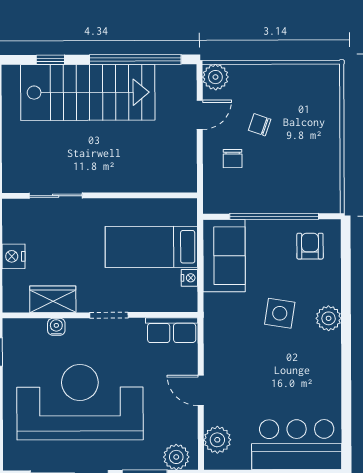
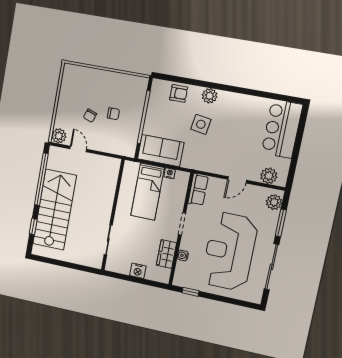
chair: (233, 159) -> (113, 114), moved
armchair: (310, 246) -> (179, 93), moved, turned 180

